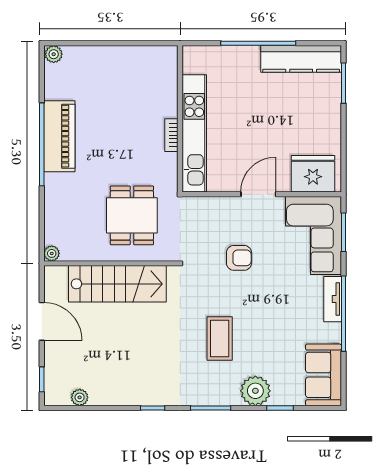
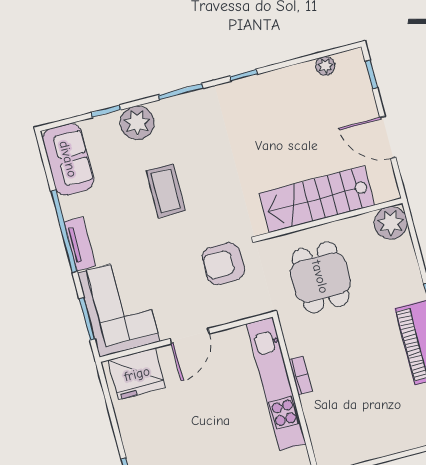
plant: (52, 253) -> (391, 223), width x1.87, depth x1.87
armchair: (239, 258) -> (223, 264), moved, width x1.38, depth x1.38
coffee table: (220, 339) -> (166, 191), moved

